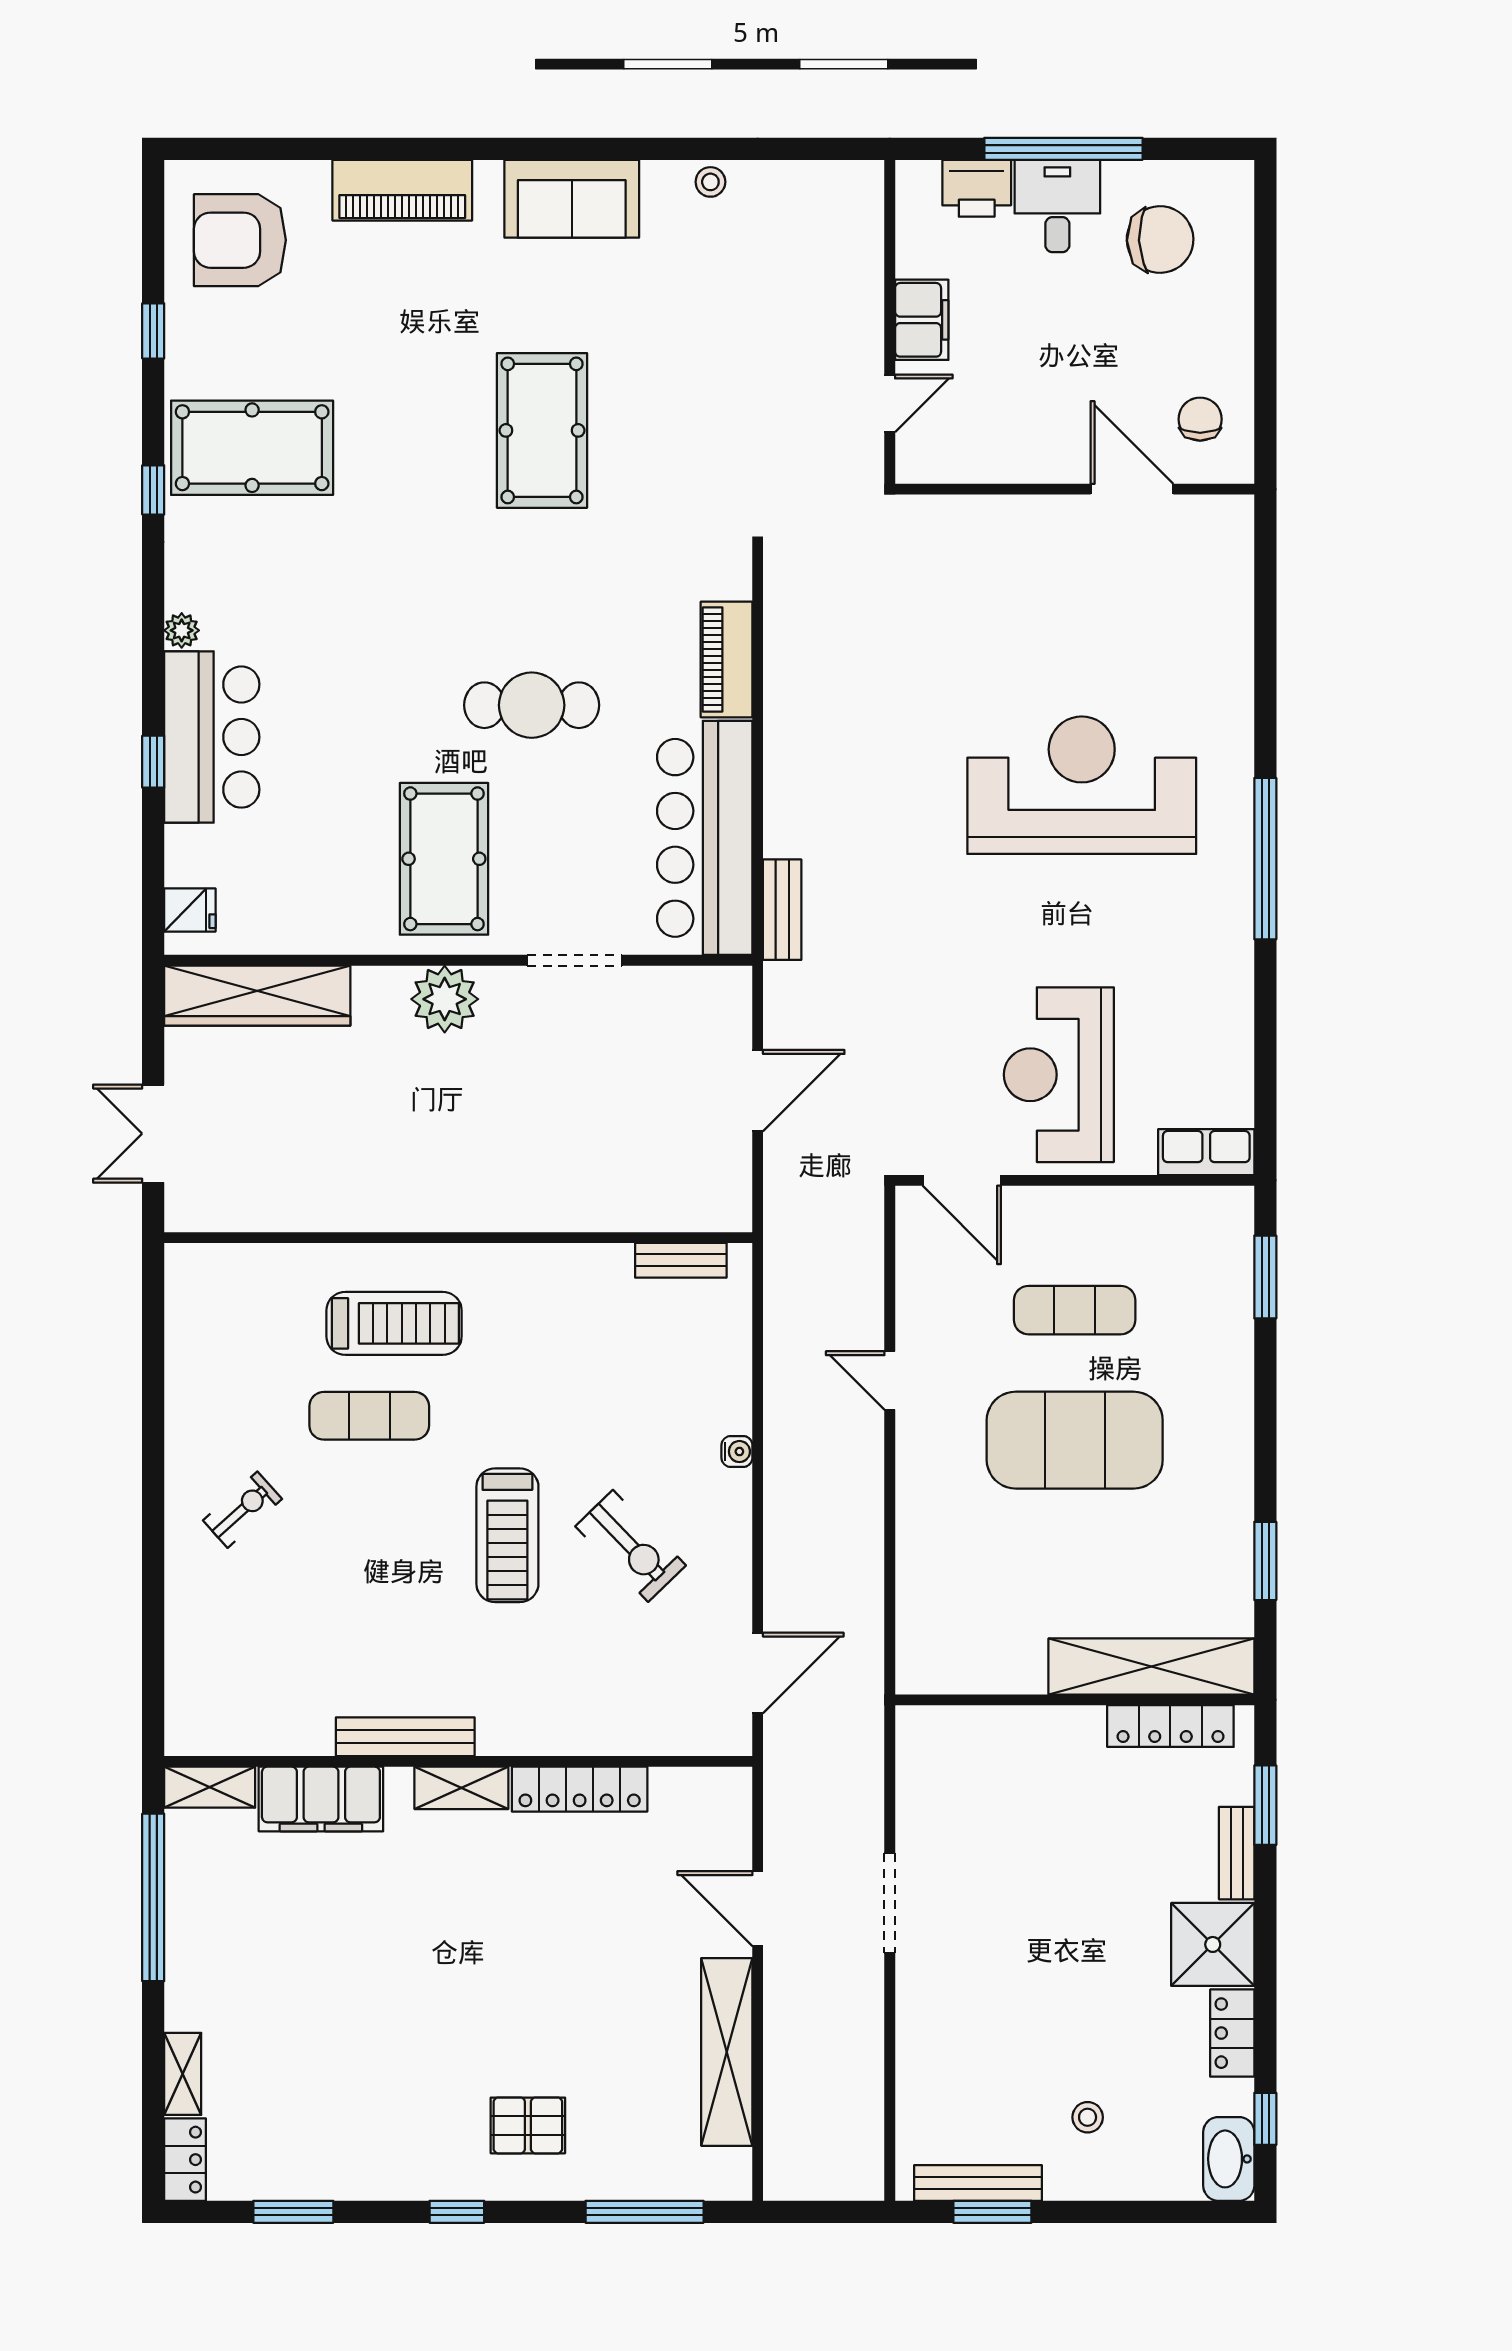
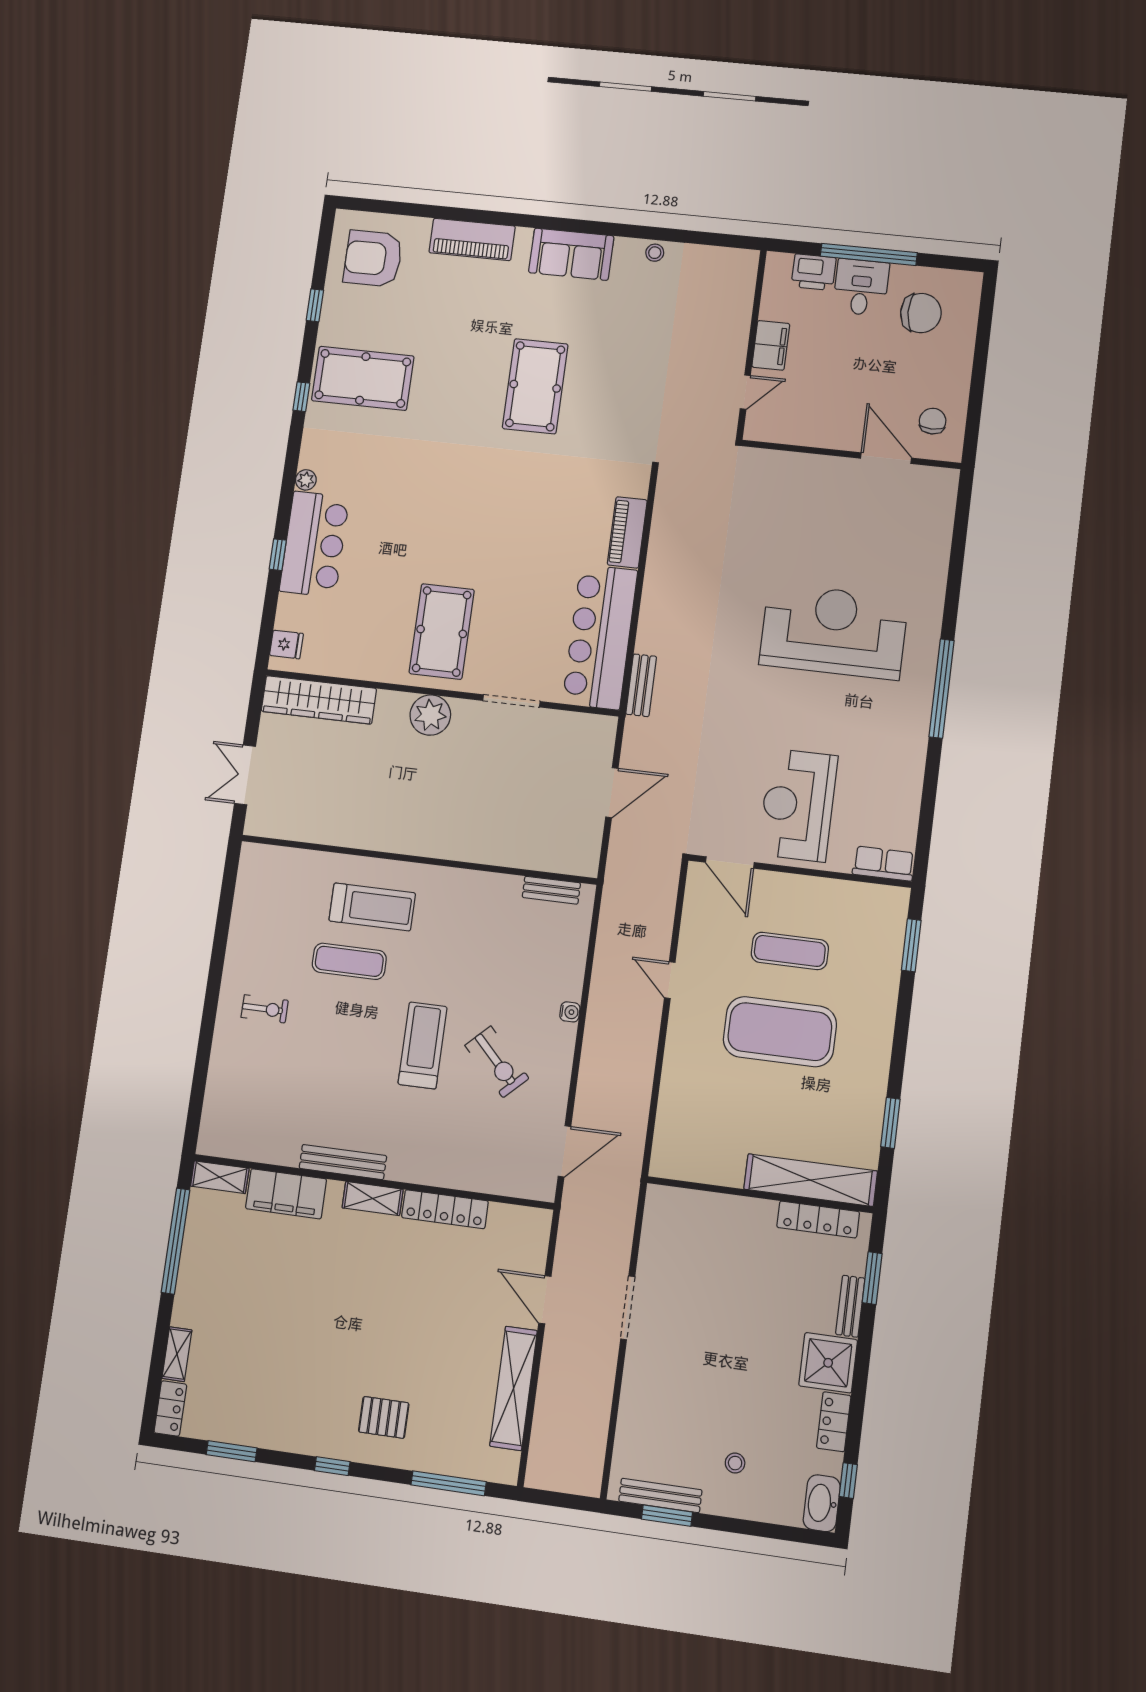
cafe table: (532, 705) -> (507, 546), removed
exercise bike: (242, 1510) -> (265, 1009), turned 42
treadmill: (507, 1535) -> (423, 1045), turned 180

